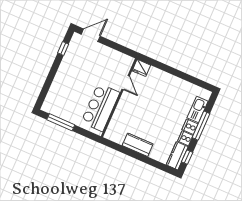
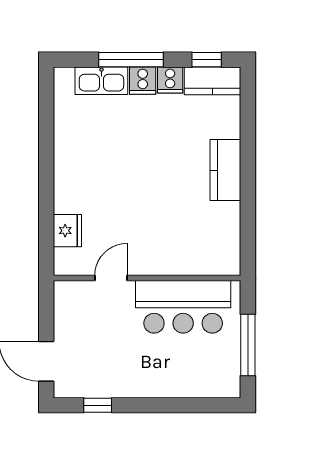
door: (126, 83) -> (111, 278), moved
wall: (119, 98) -> (147, 278), moved
bar counter: (100, 107) -> (183, 307), moved

